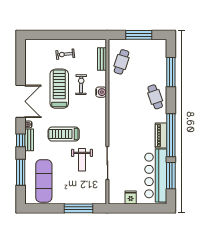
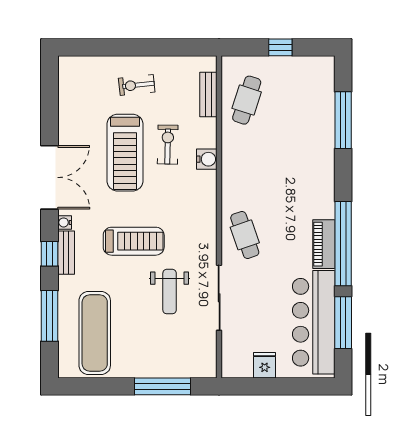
window: (139, 35) -> (280, 47), width x0.46
treadmill: (59, 89) -> (125, 153), turned 180
cafe table: (155, 97) -> (245, 235), moved
treadmill: (64, 134) -> (134, 241), turned 180

